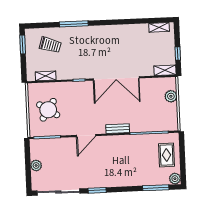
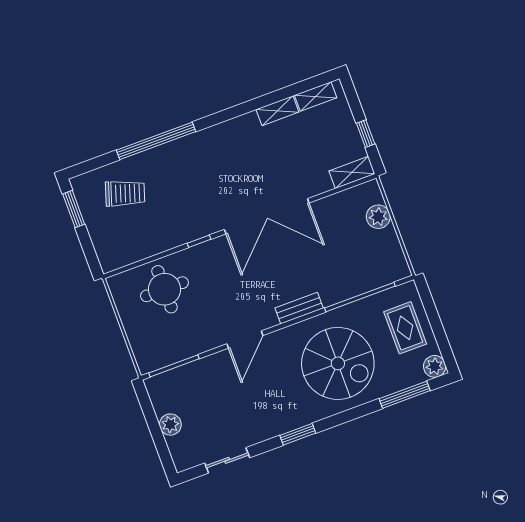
window: (74, 24) -> (156, 141), width x1.46
shelving: (46, 76) -> (277, 111), moved
round table: (48, 110) -> (165, 289), moved, turned -33
spiral stairs: (128, 162) -> (338, 363), added
sliding door: (58, 192) -> (227, 460), width x0.54

